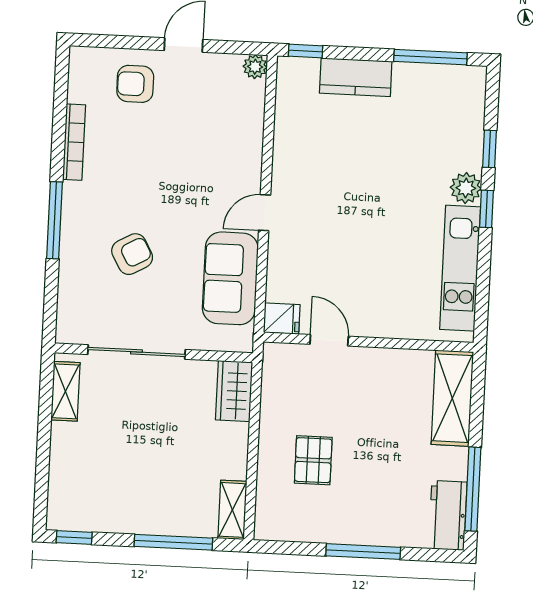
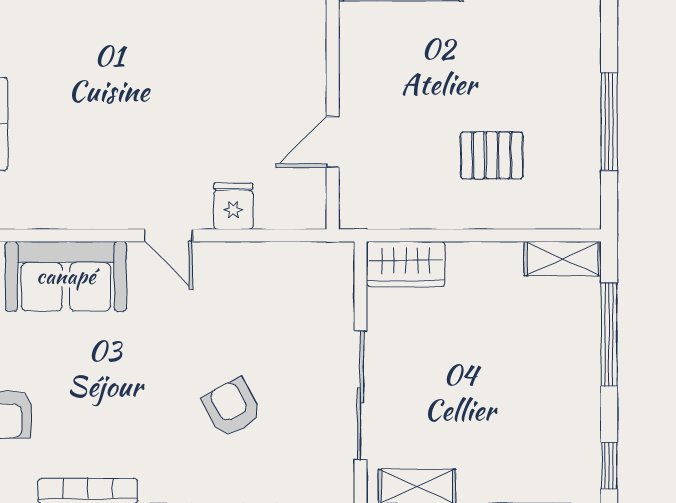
sofa: (230, 278) -> (66, 276), moved
fridge: (282, 319) -> (233, 206), moved
window: (363, 552) -> (609, 121), moved

